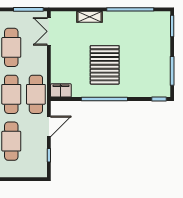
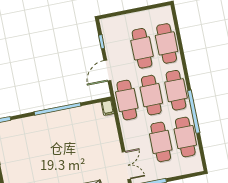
pallet: (105, 65) -> (64, 143), removed
filing cabinet: (61, 90) -> (108, 108), width x0.50

